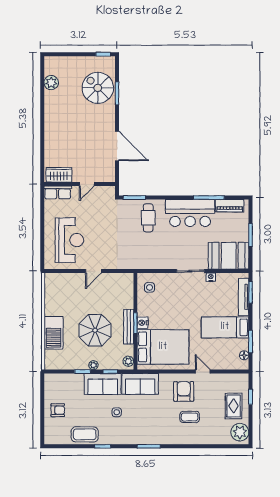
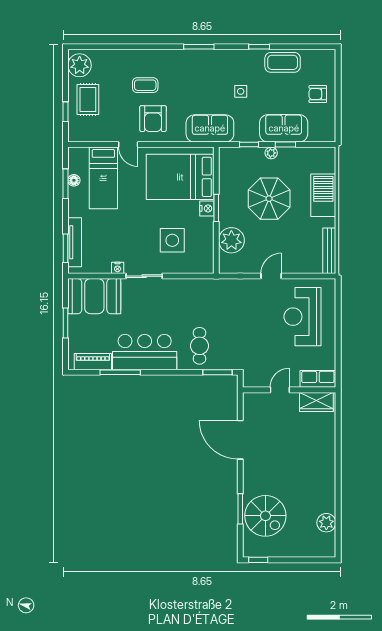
side table: (150, 287) -> (172, 240), moved, width x1.87, depth x1.87
bench: (129, 327) -> (329, 251), moved
bed: (225, 327) -> (103, 178), moved, turned 90
floor lamp: (244, 355) -> (74, 180), moved
plant: (128, 361) -> (231, 240), moved, width x1.87, depth x1.87
sofa: (103, 384) -> (284, 128), moved

